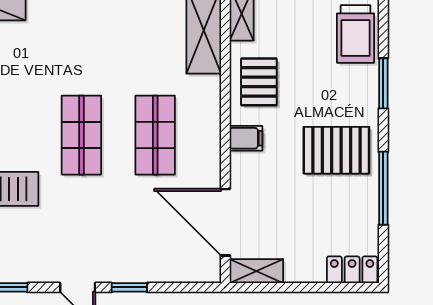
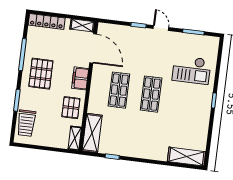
trolley: (356, 34) -> (26, 123), turned 180
filing cabinet: (246, 138) -> (80, 78), width x2.00
pallet: (336, 150) -> (41, 74), turned 90
locker: (352, 270) -> (47, 22), width x1.53

